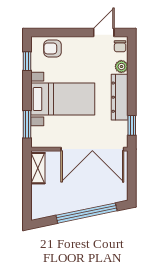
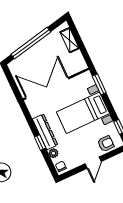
door: (104, 33) -> (93, 163), moved
window: (132, 125) -> (40, 142), moved
shelving: (38, 168) -> (70, 40), moved

